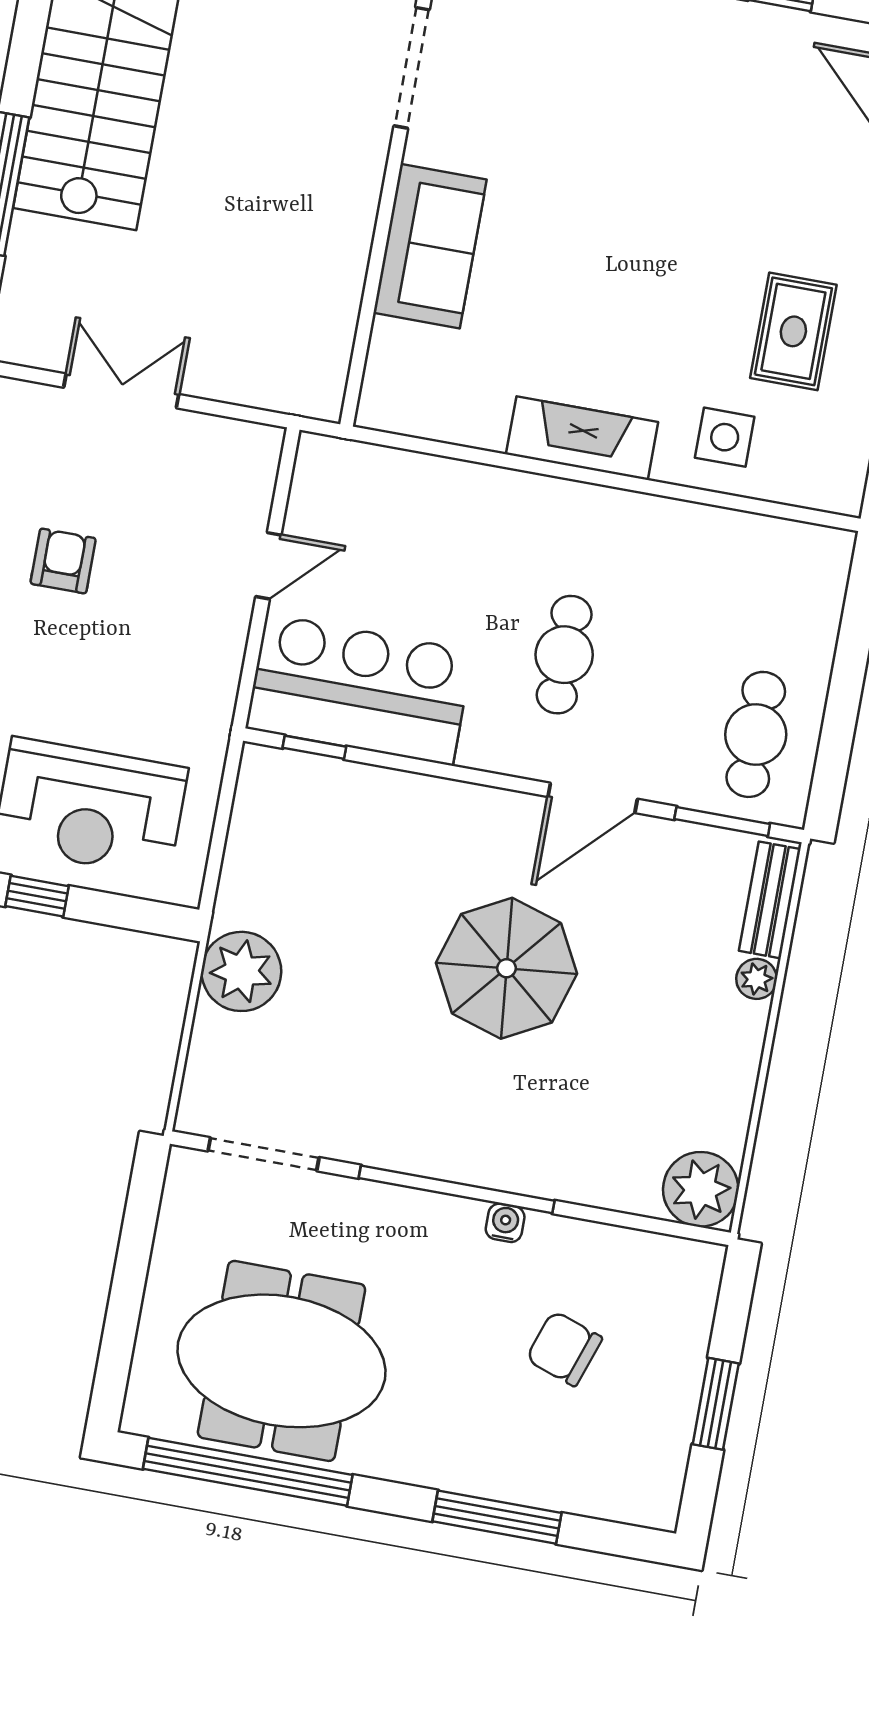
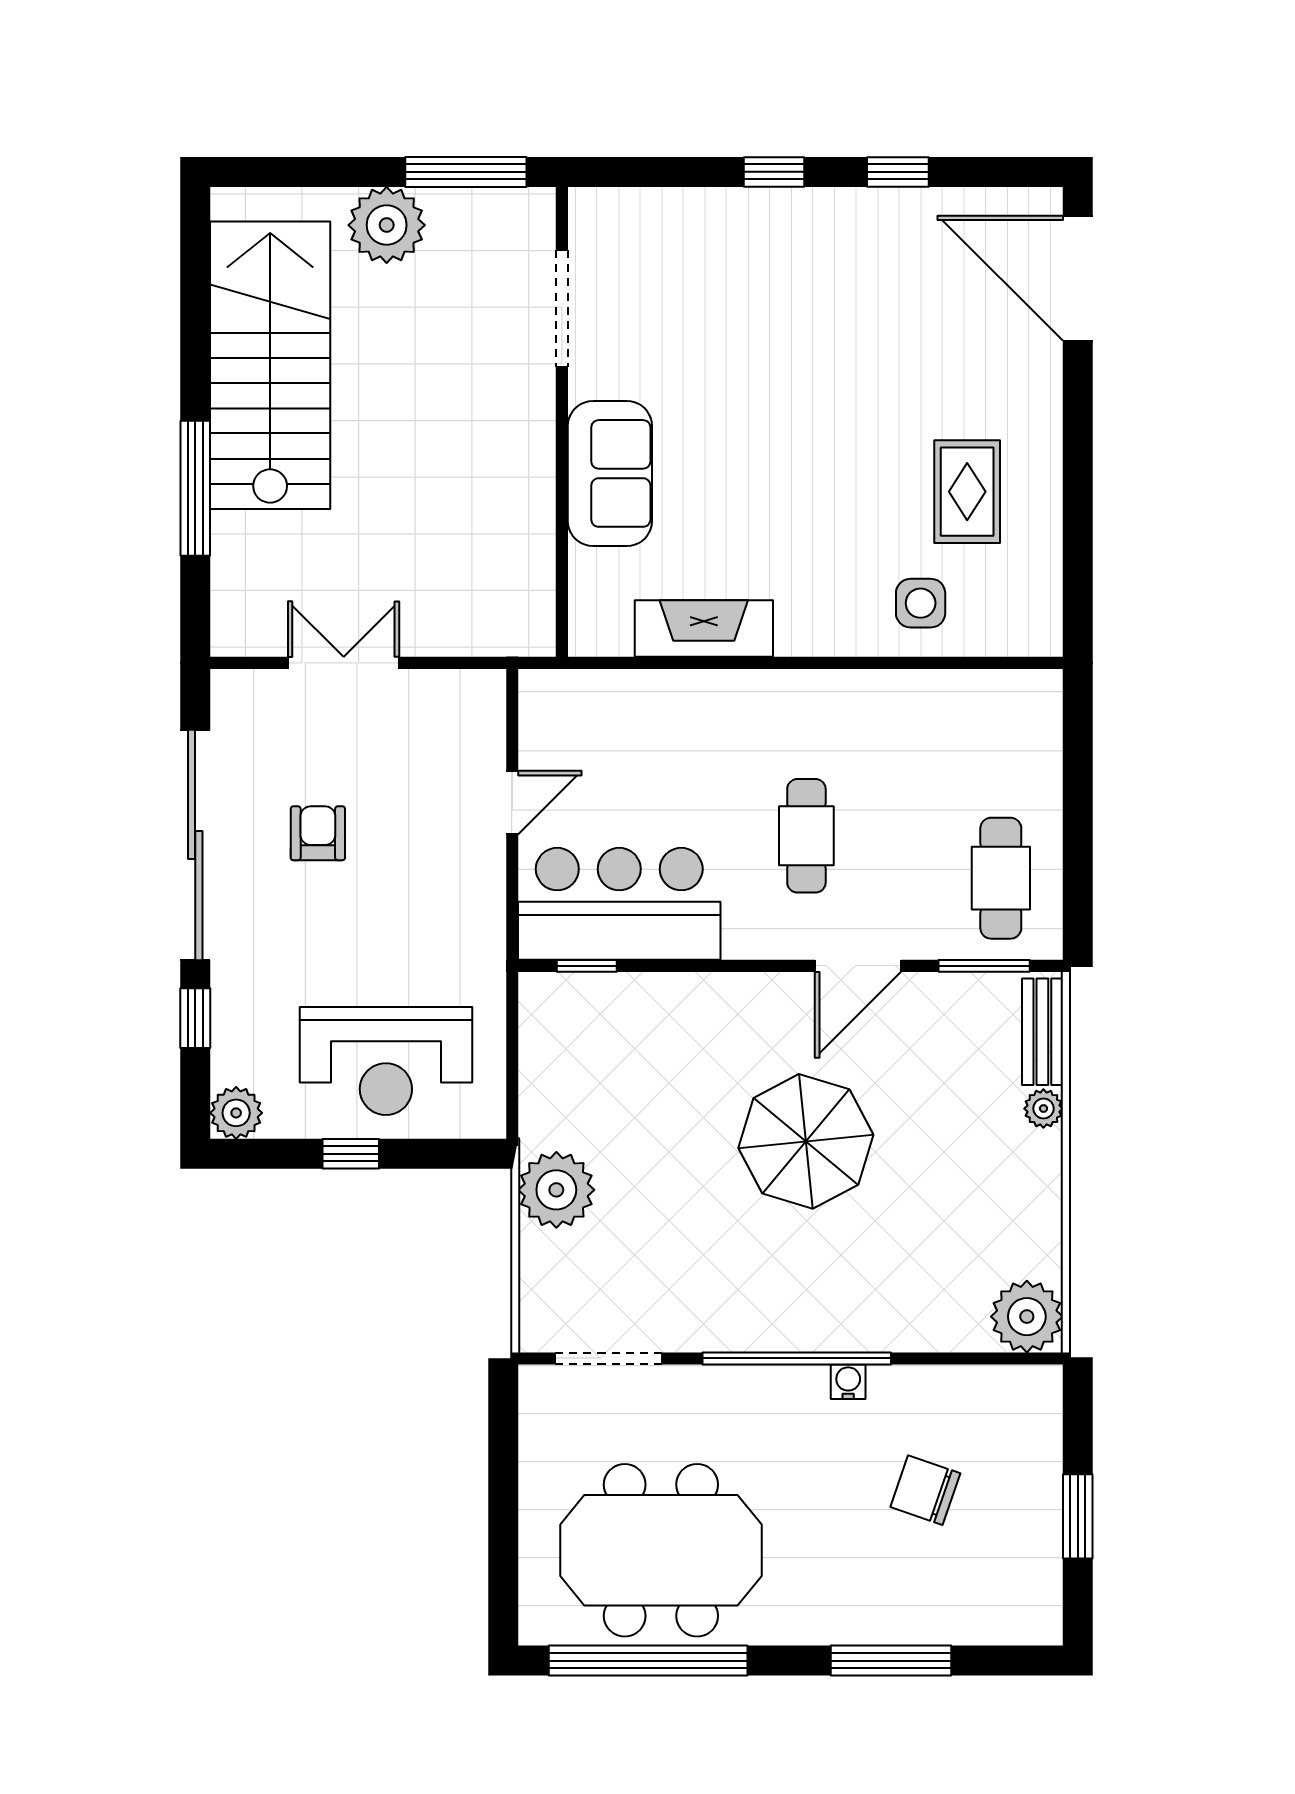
fireplace: (582, 438) -> (704, 628), moved

